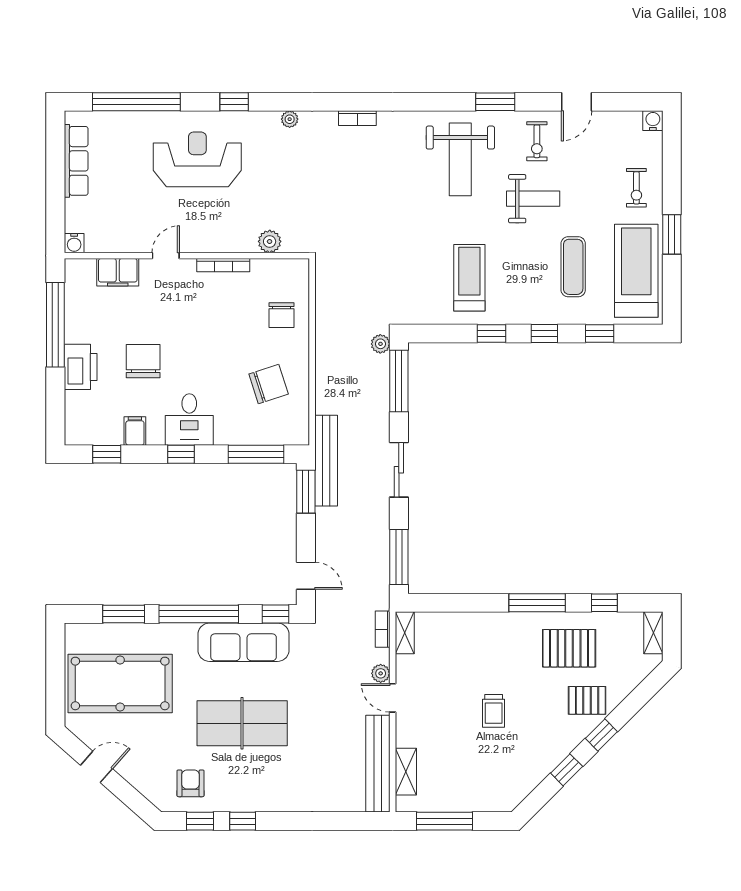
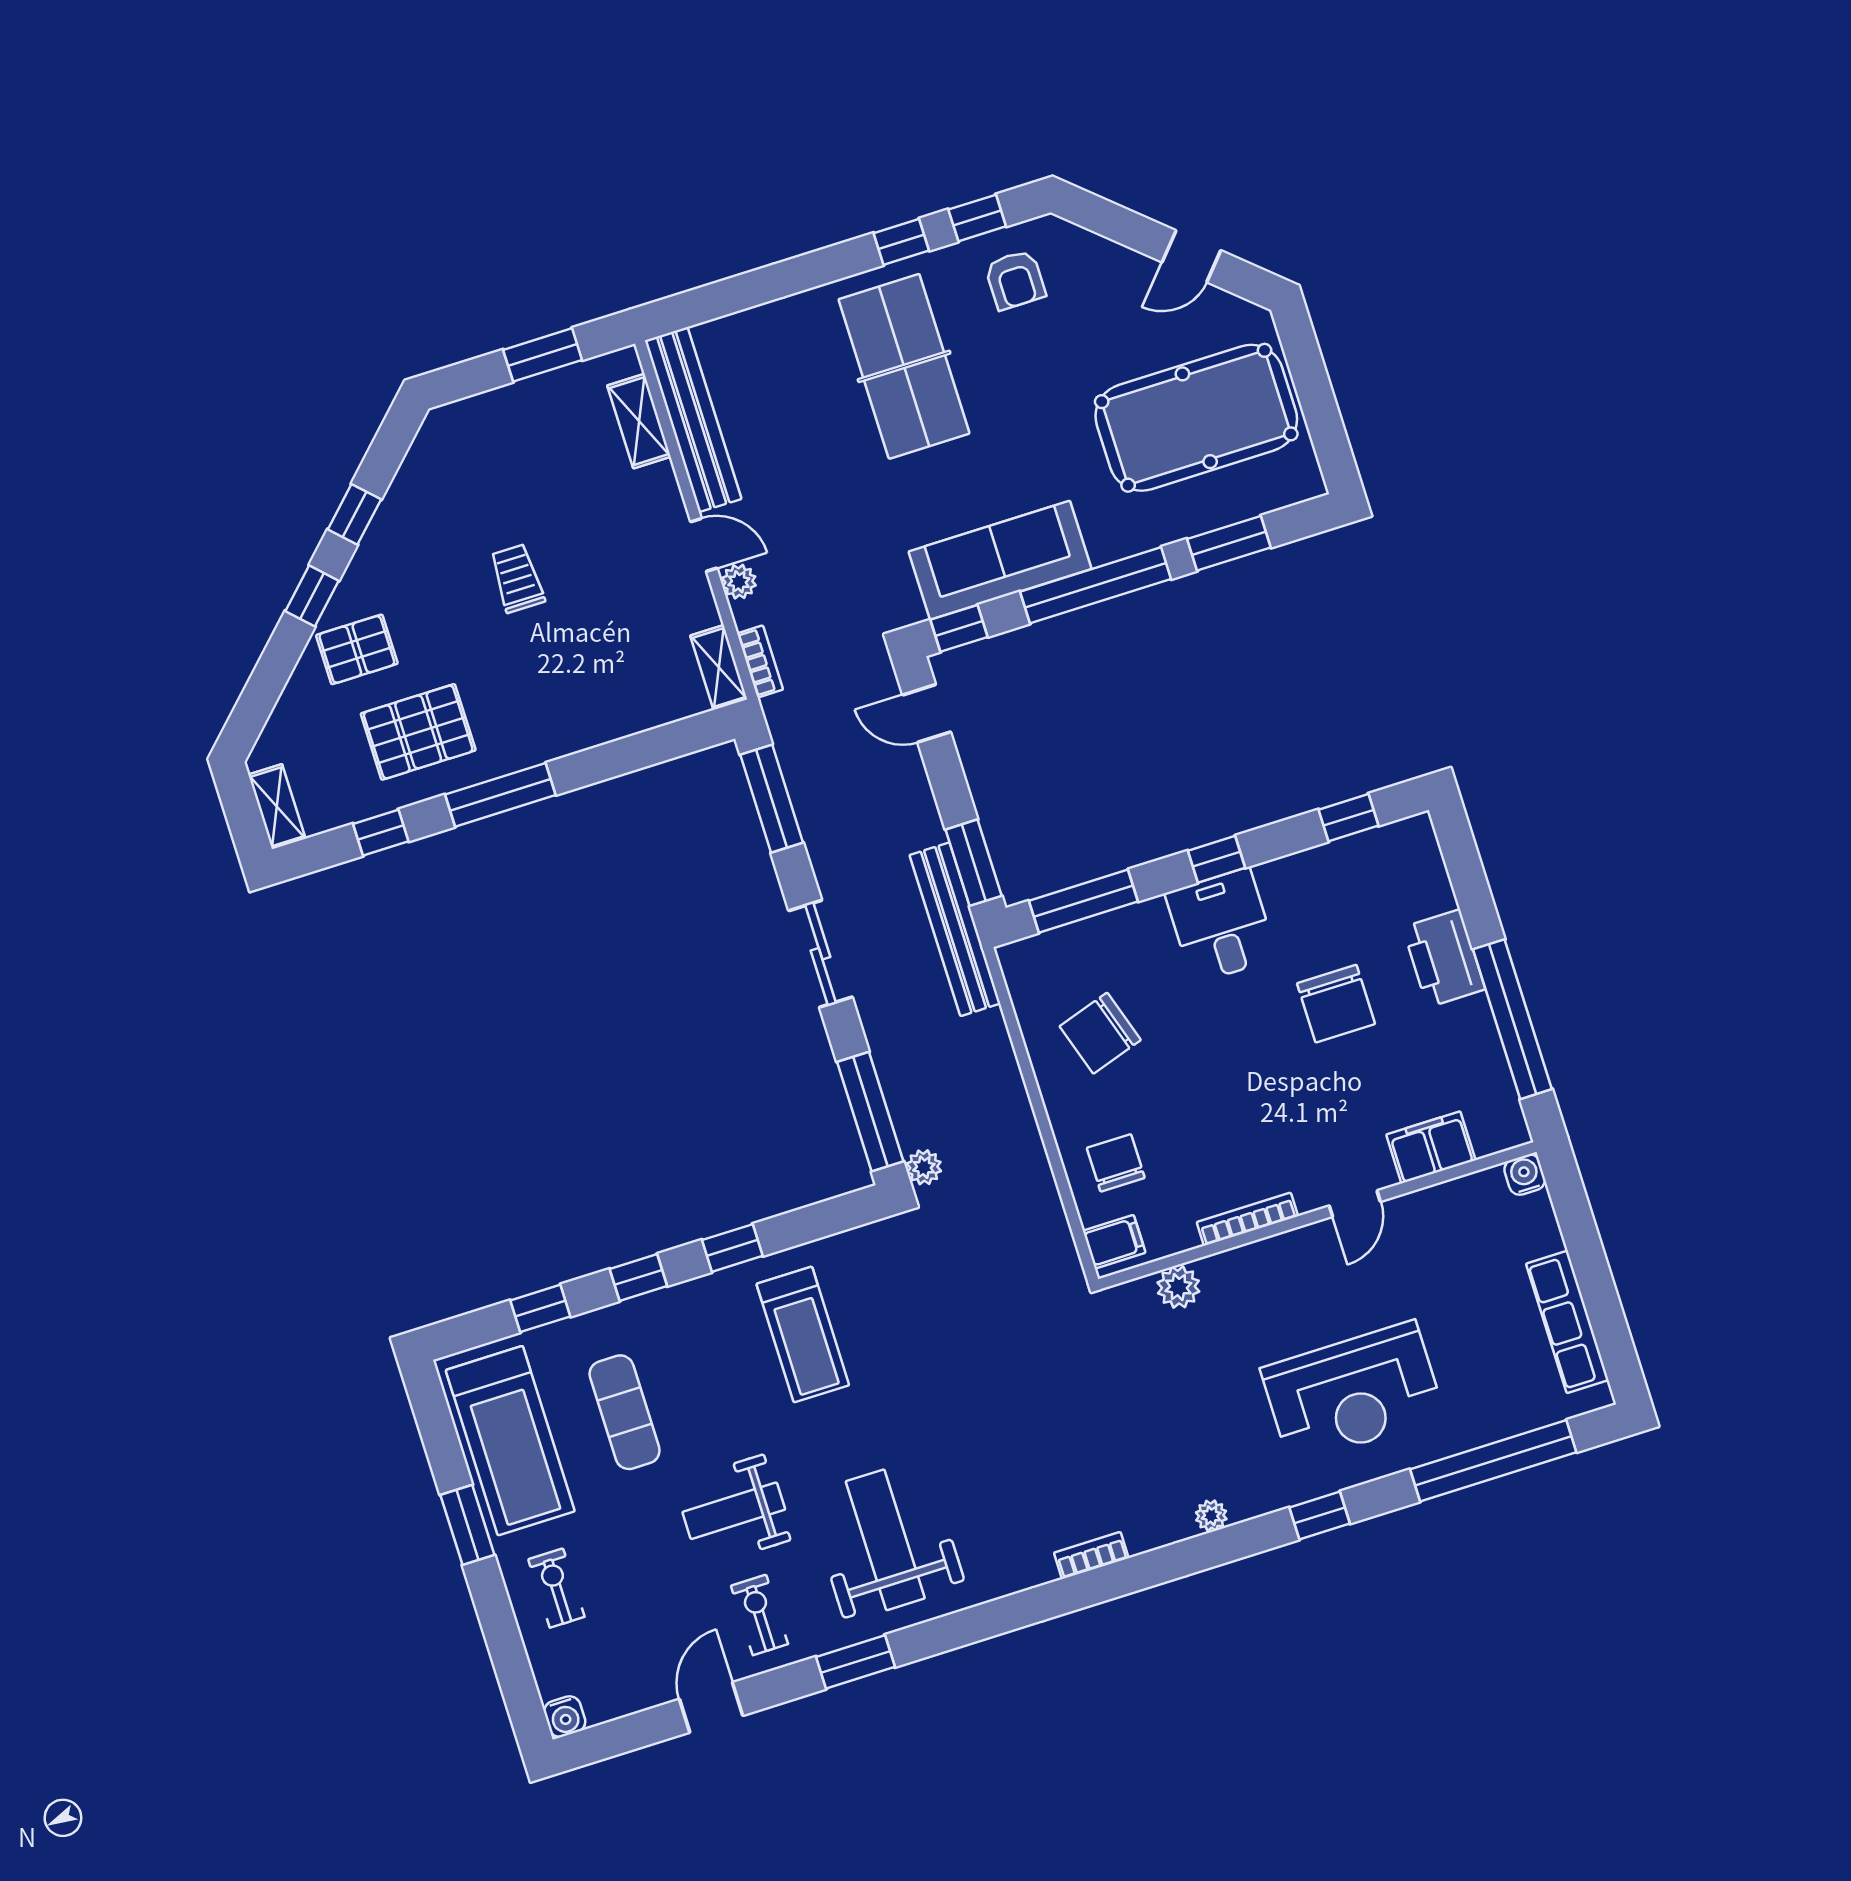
filing cabinet: (135, 431) -> (1114, 1242), moved, turned -90
table tennis table: (242, 723) -> (904, 366), moved, turned 90
window: (445, 821) -> (543, 355), width x0.69

